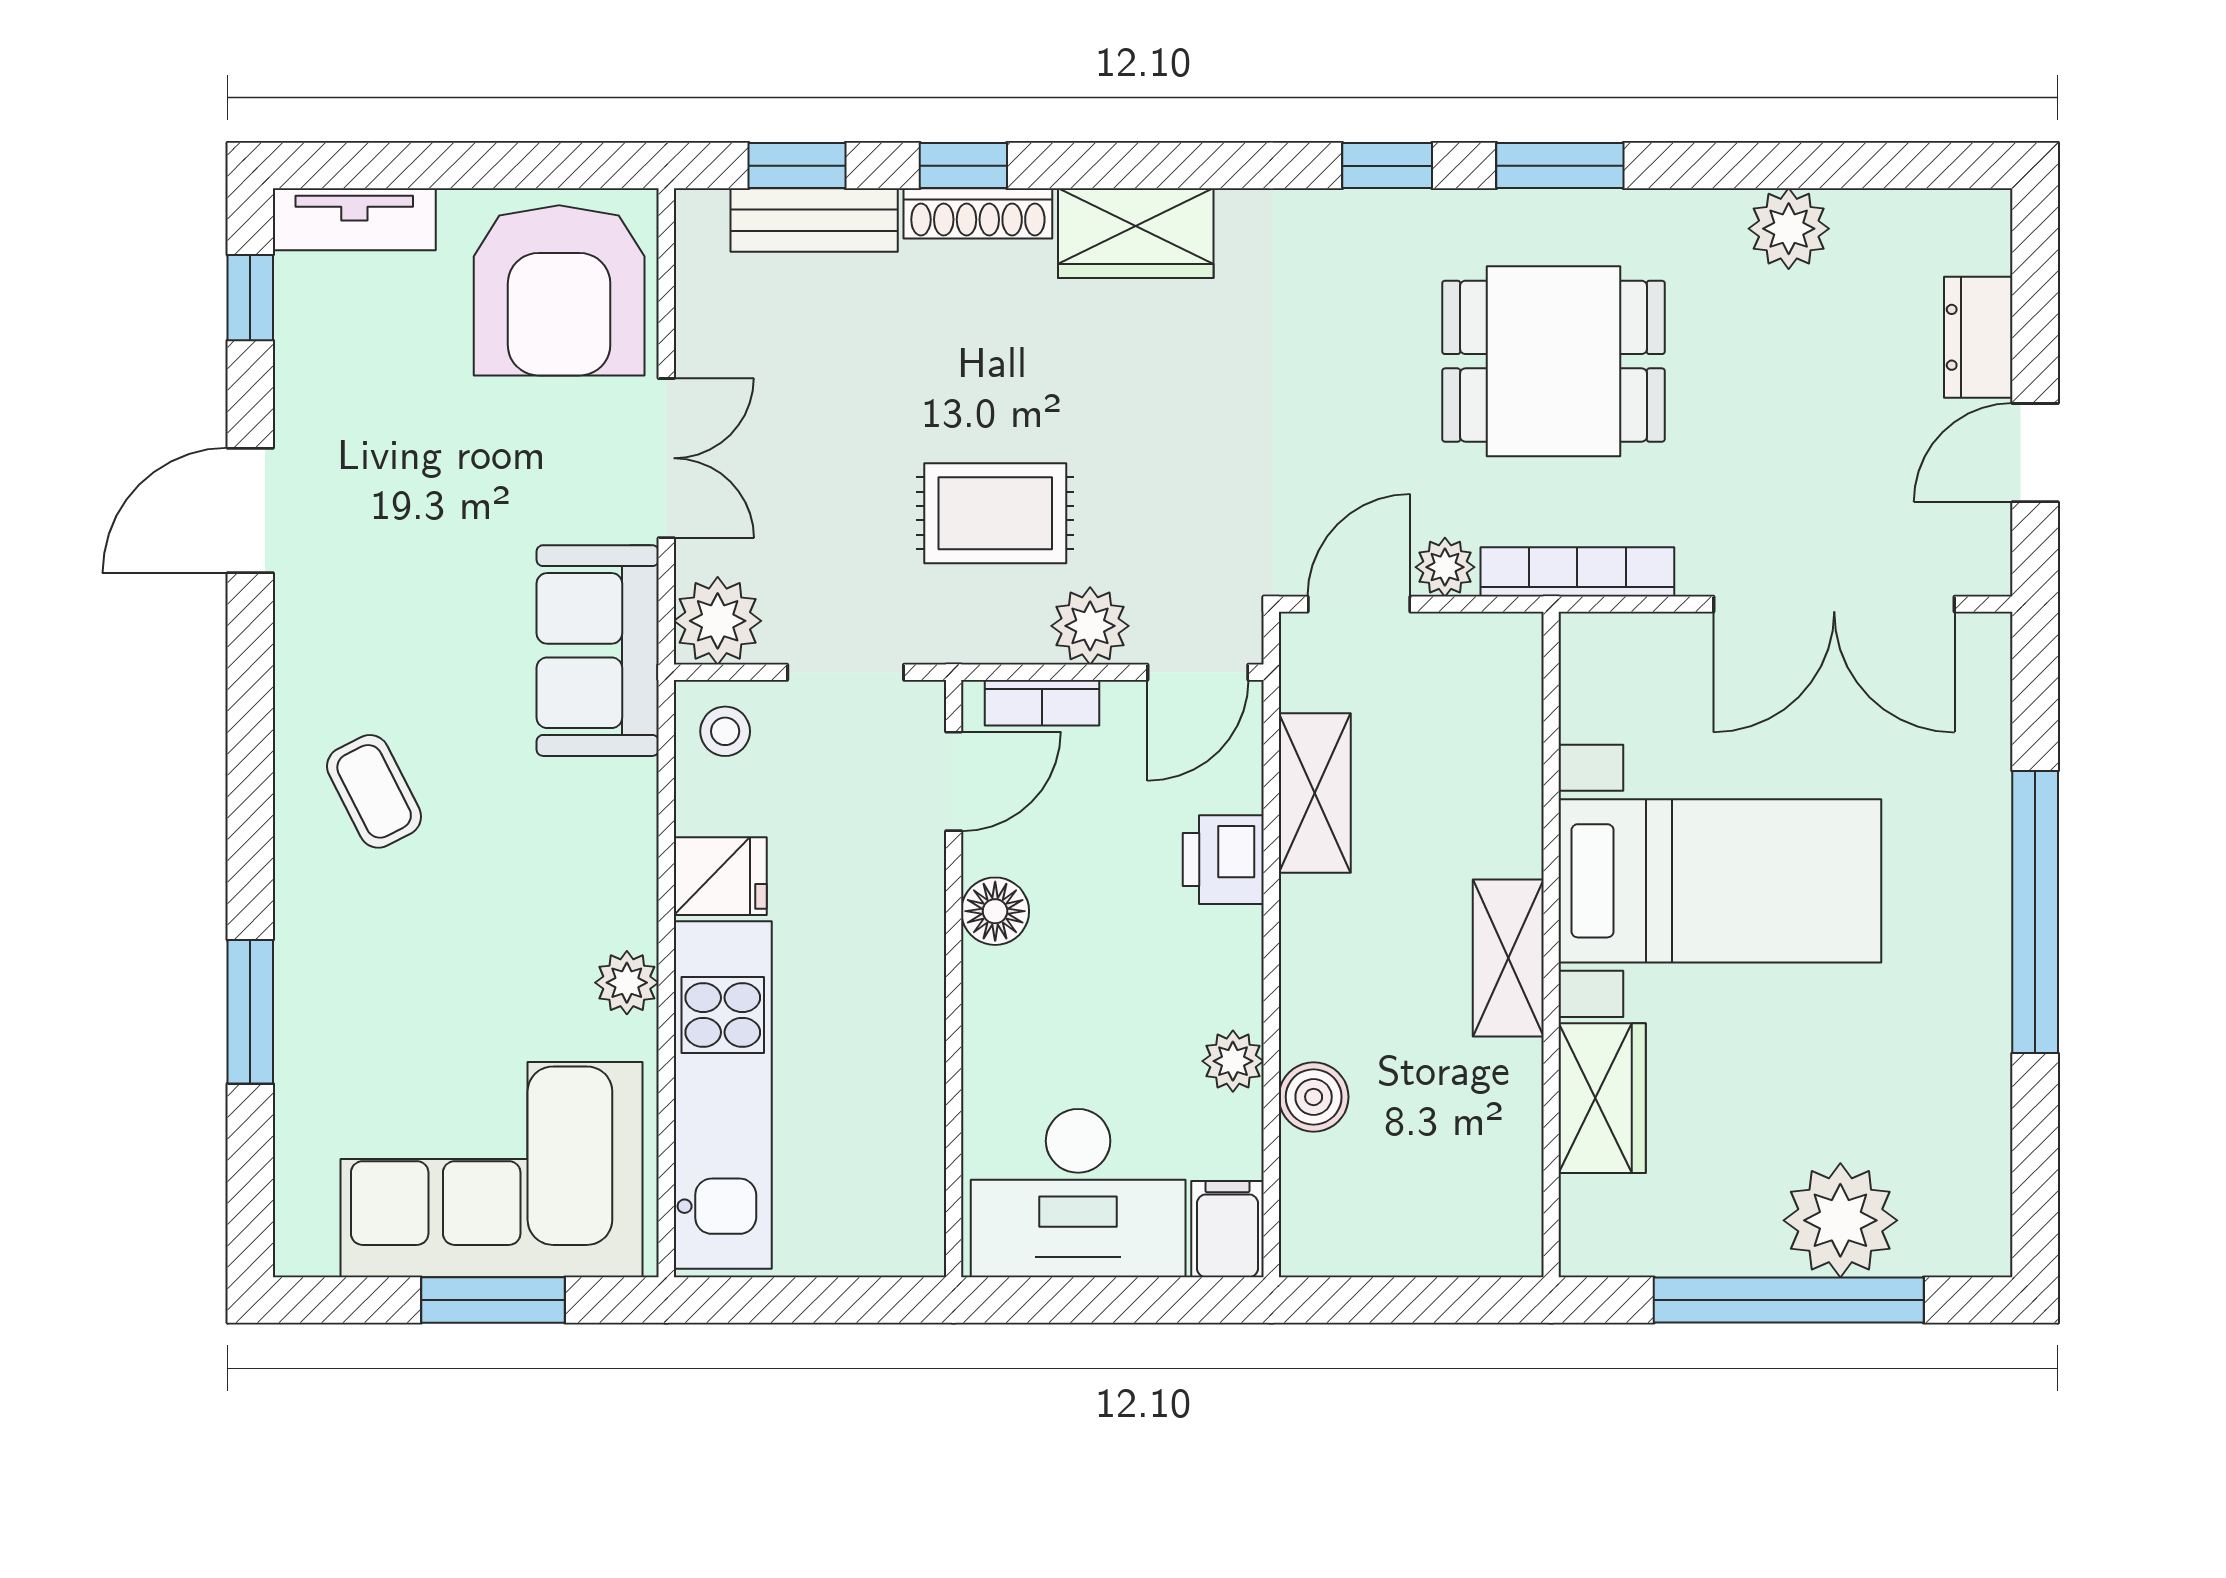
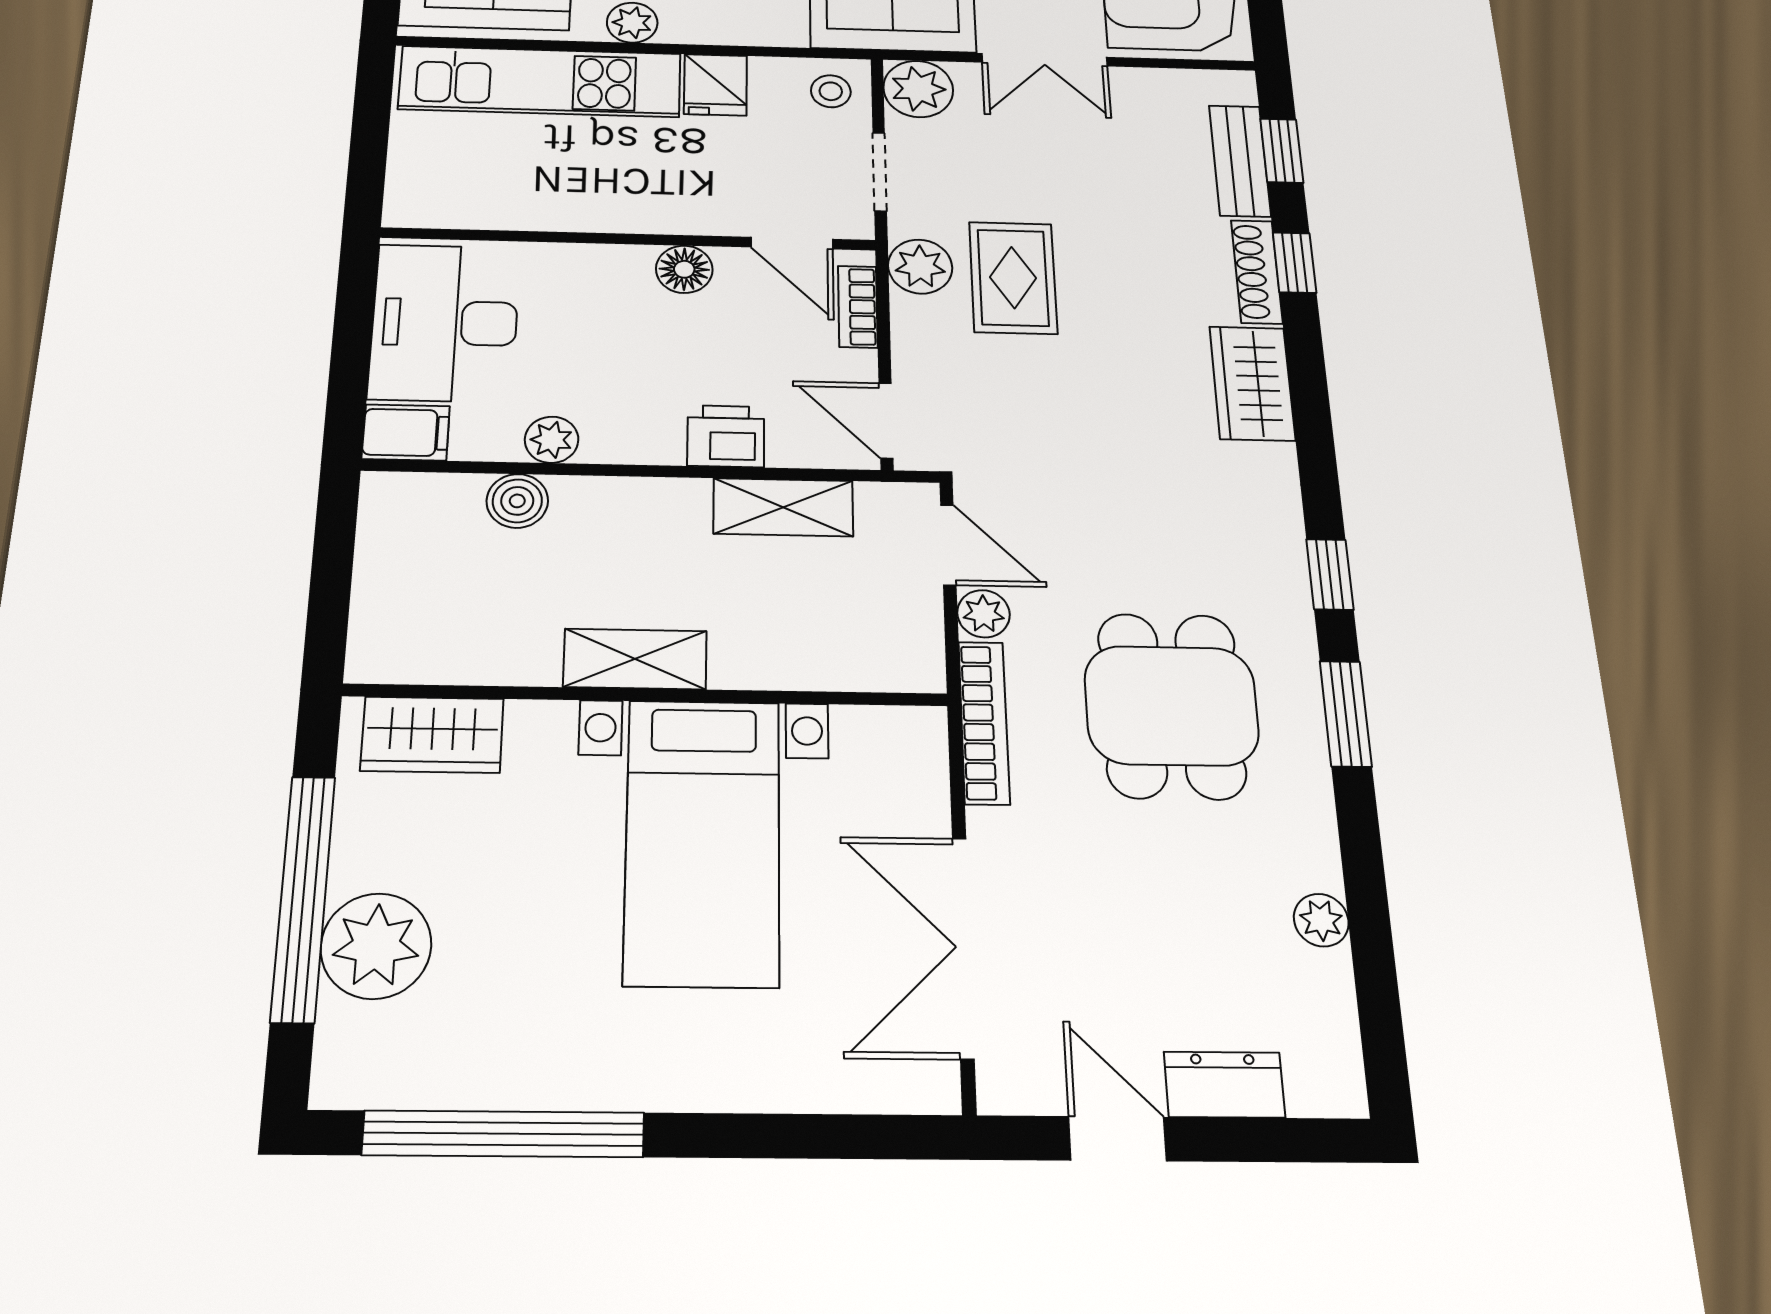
plant: (1789, 229) -> (1321, 920), width x0.73, depth x0.73
plant: (1090, 626) -> (920, 267), moved
window: (2035, 912) -> (504, 1134), moved
wardrobe: (1602, 1098) -> (432, 735), moved

